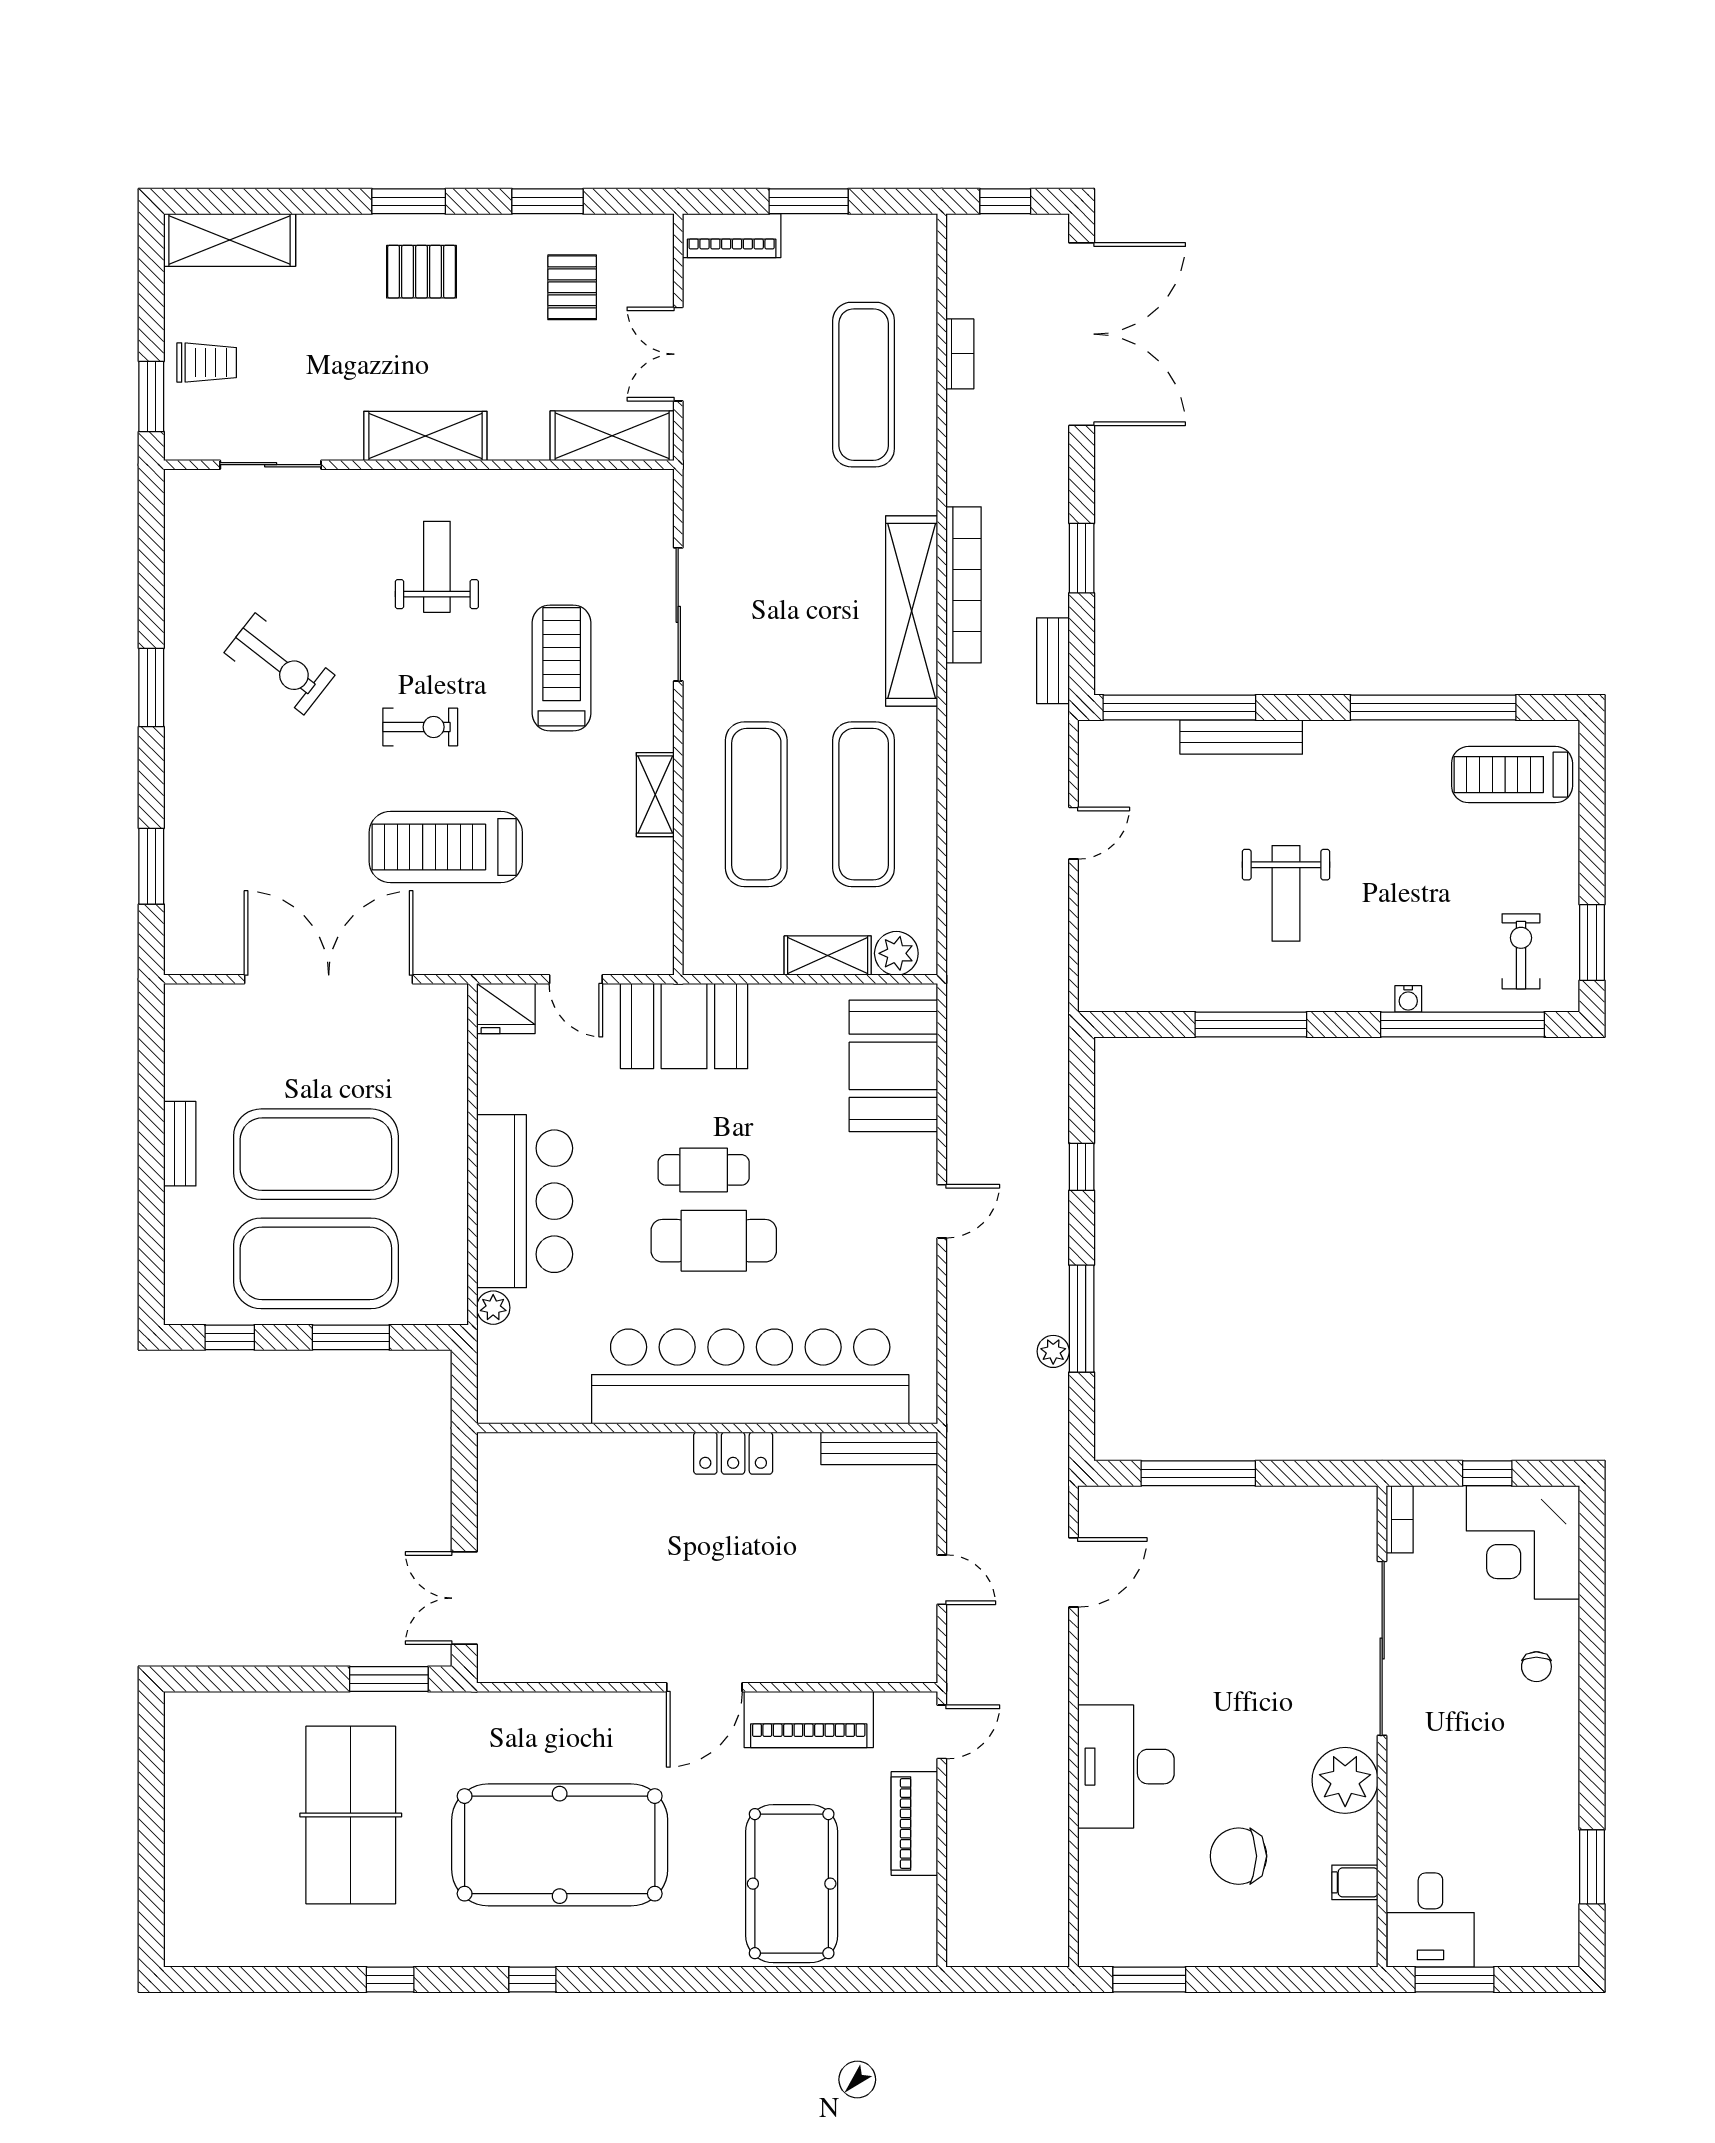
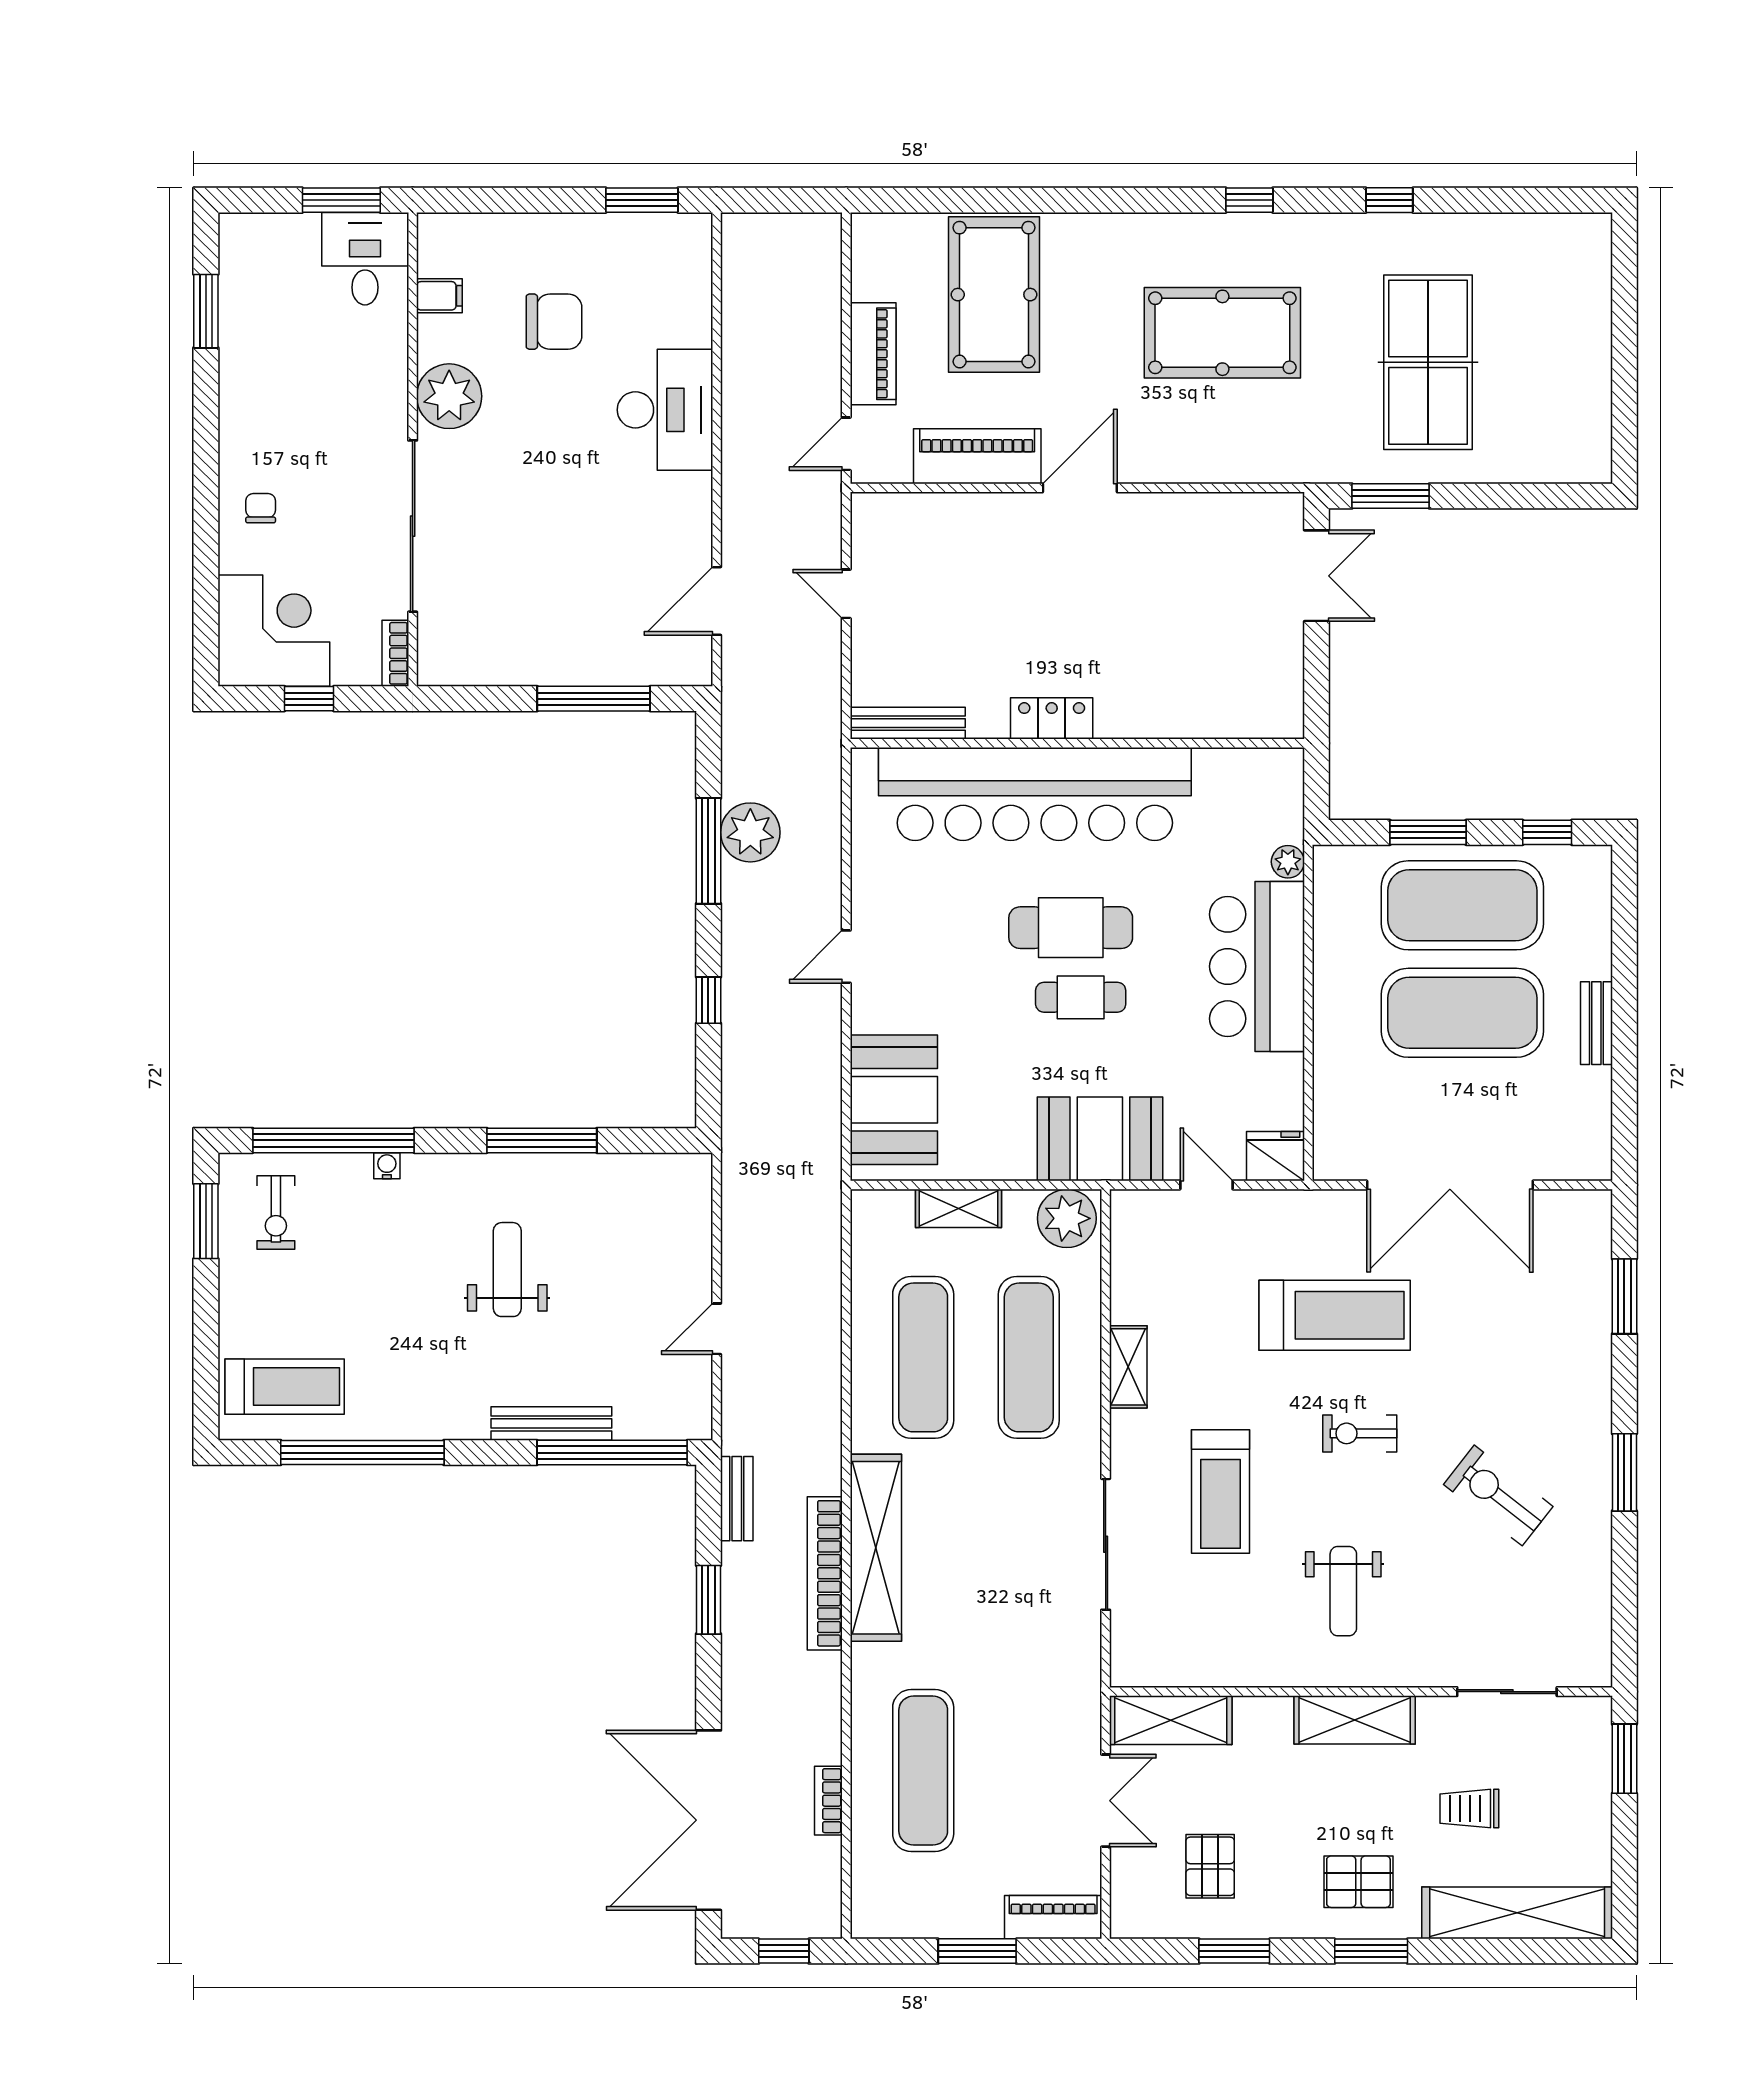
shelving: (230, 240) -> (1517, 1913), width x1.47
trolley: (207, 363) -> (1469, 1809), moved
plant: (896, 953) -> (1067, 1218), moved, width x1.36, depth x1.36
plant: (1053, 1351) -> (750, 832), width x1.88, depth x1.88
pool table: (560, 1845) -> (1222, 333), width x0.73, depth x0.76

